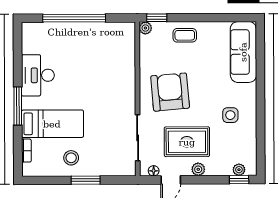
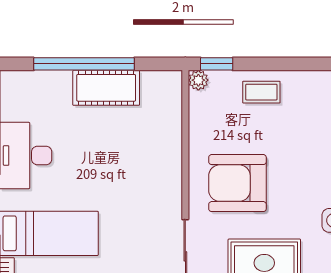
cot: (88, 33) -> (106, 88), added
armchair: (170, 92) -> (237, 183), turned -85

